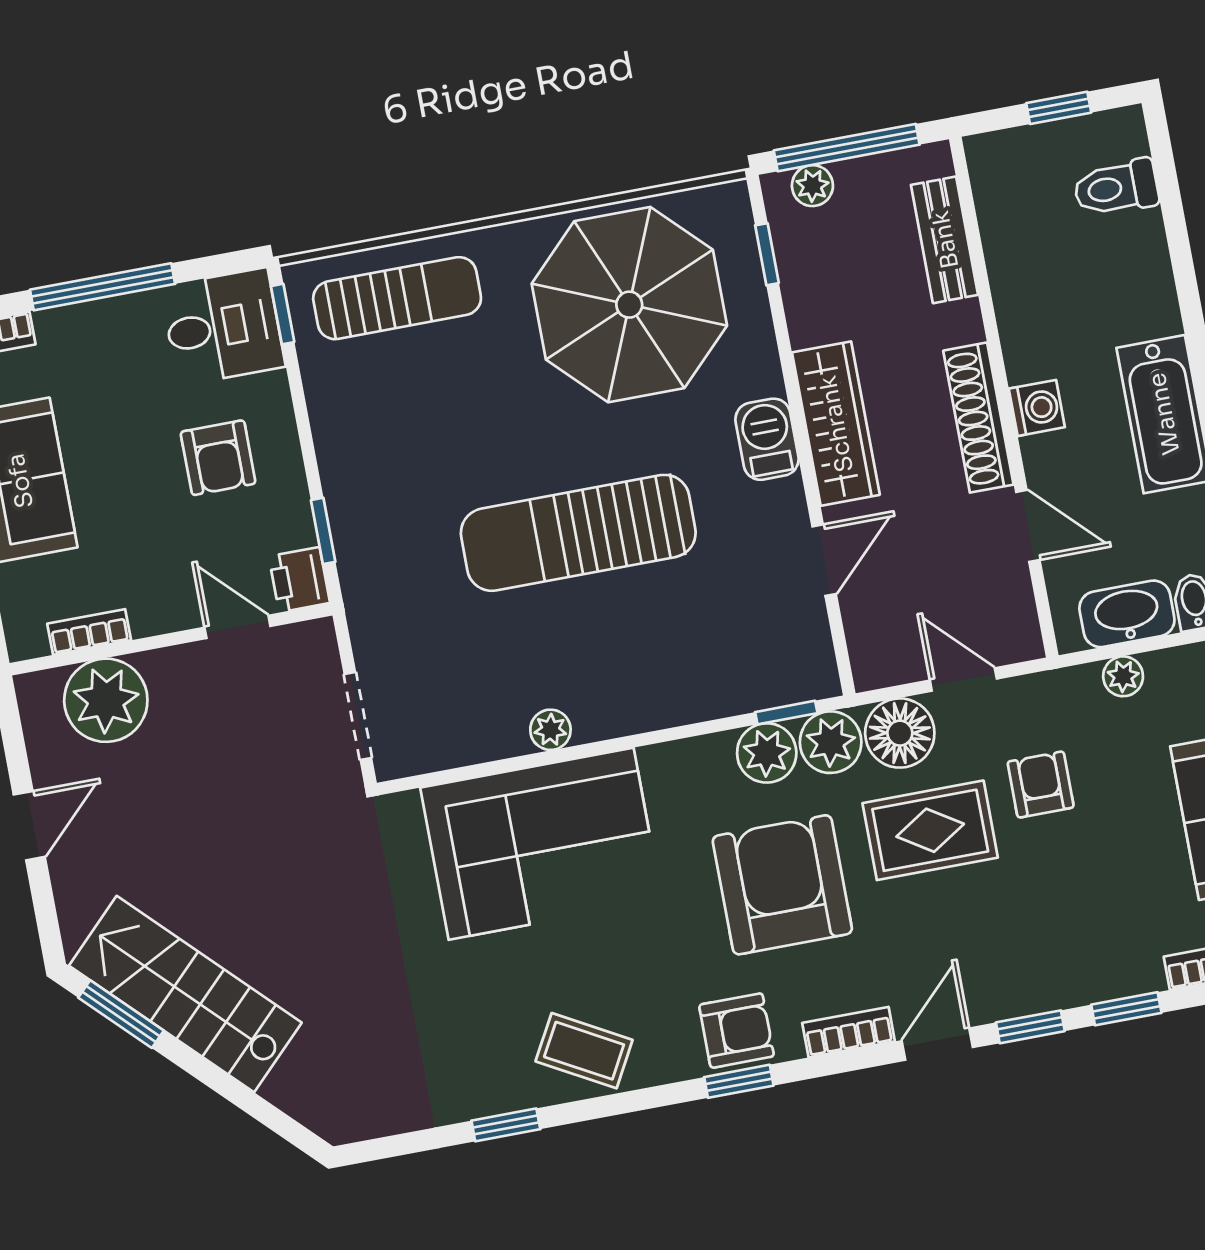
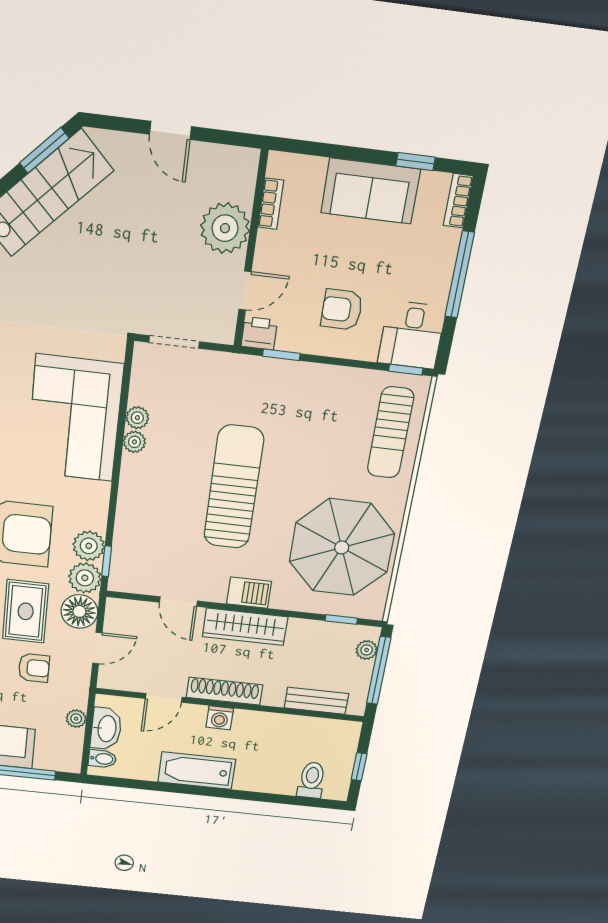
plant: (106, 700) -> (225, 228), moved
plant: (506, 738) -> (137, 418), added

